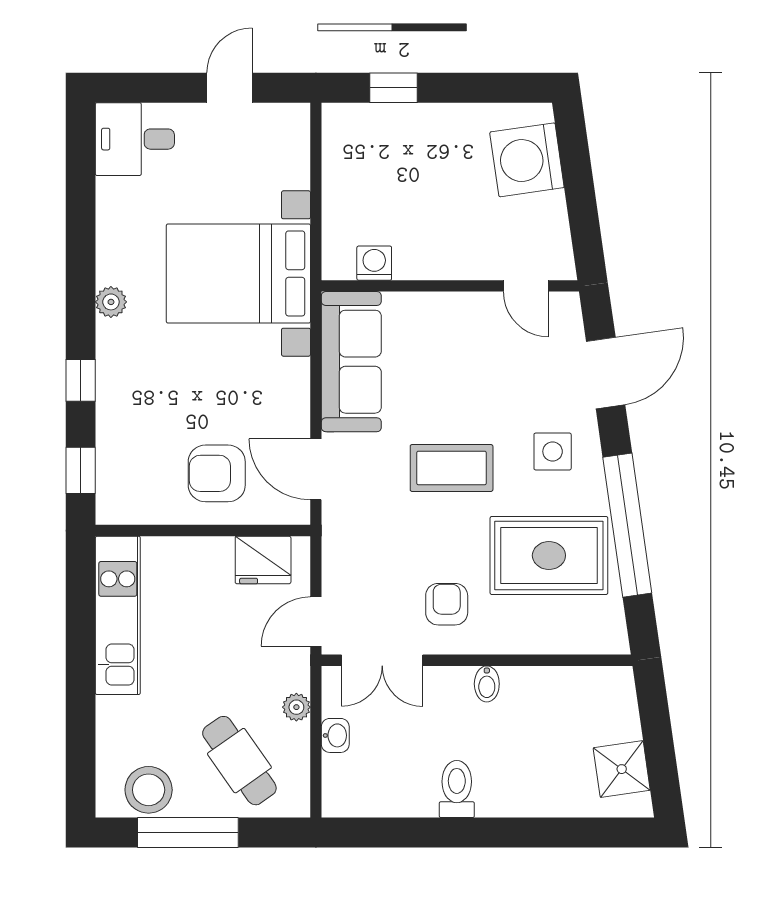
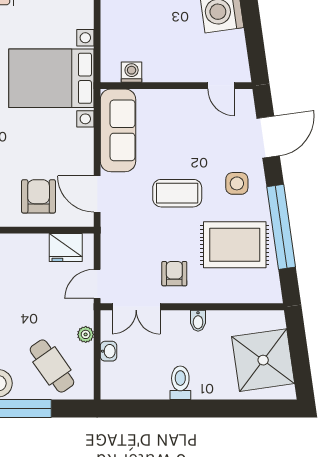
armchair: (217, 473) -> (39, 196), turned 90
shower: (622, 769) -> (263, 360), width x1.86, depth x1.86

